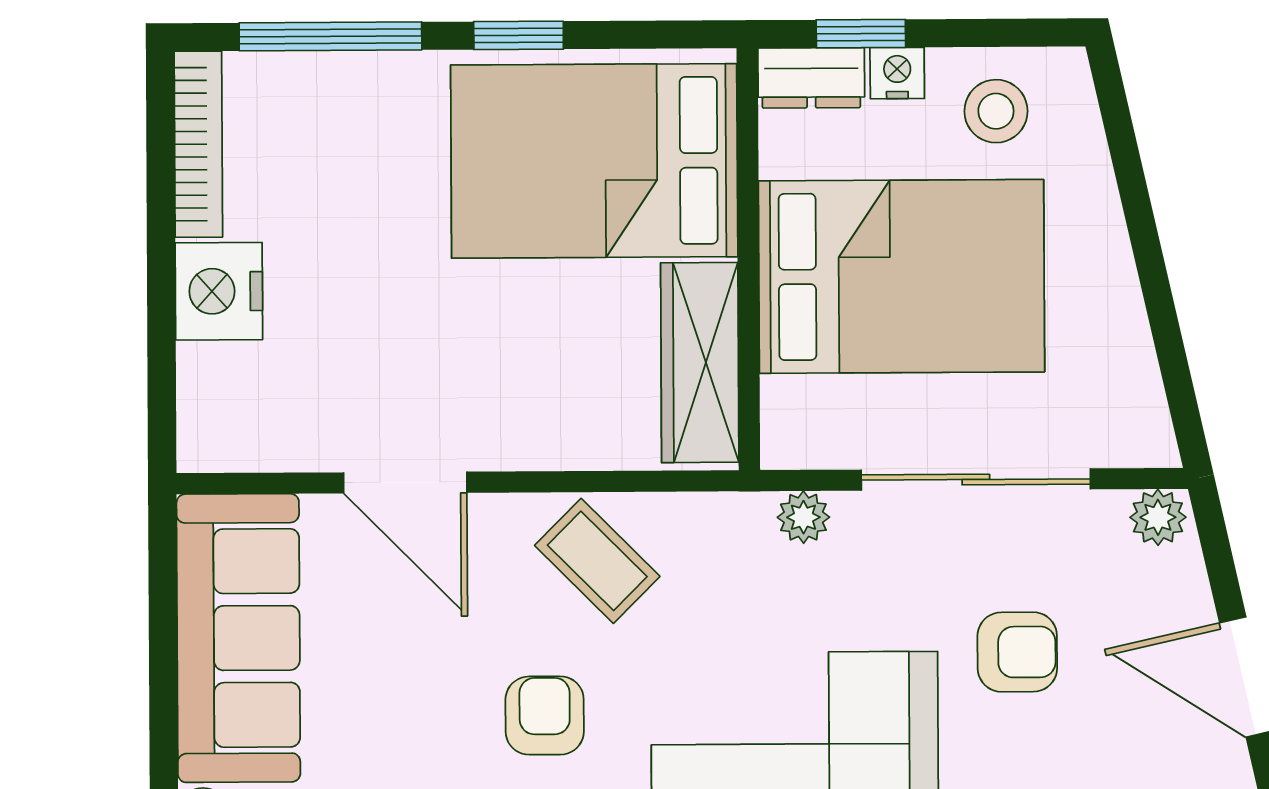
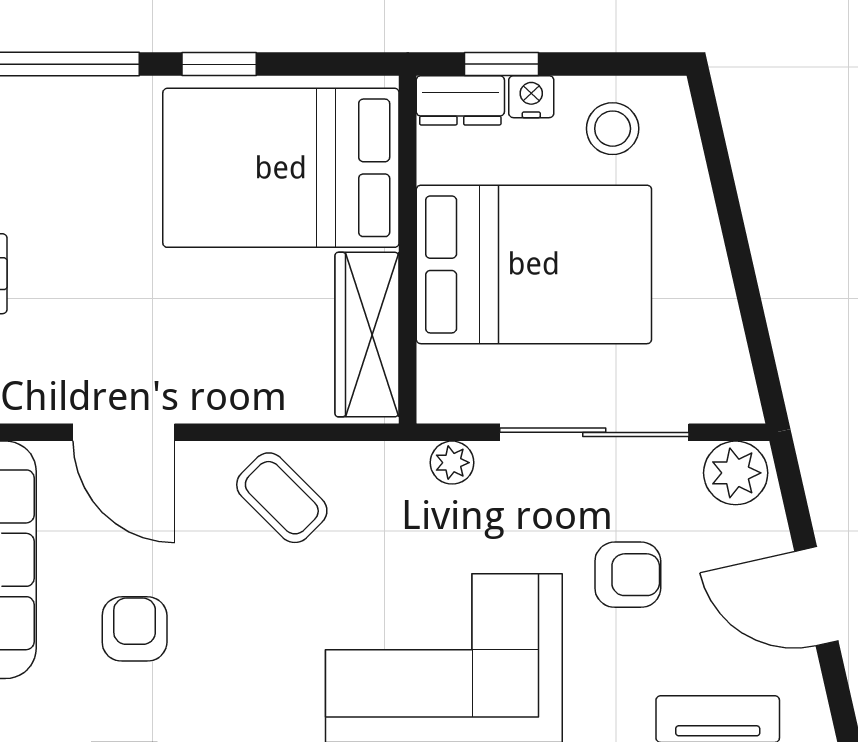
plant: (1158, 517) -> (736, 473), width x1.38, depth x1.38
armchair: (545, 716) -> (135, 629), moved

